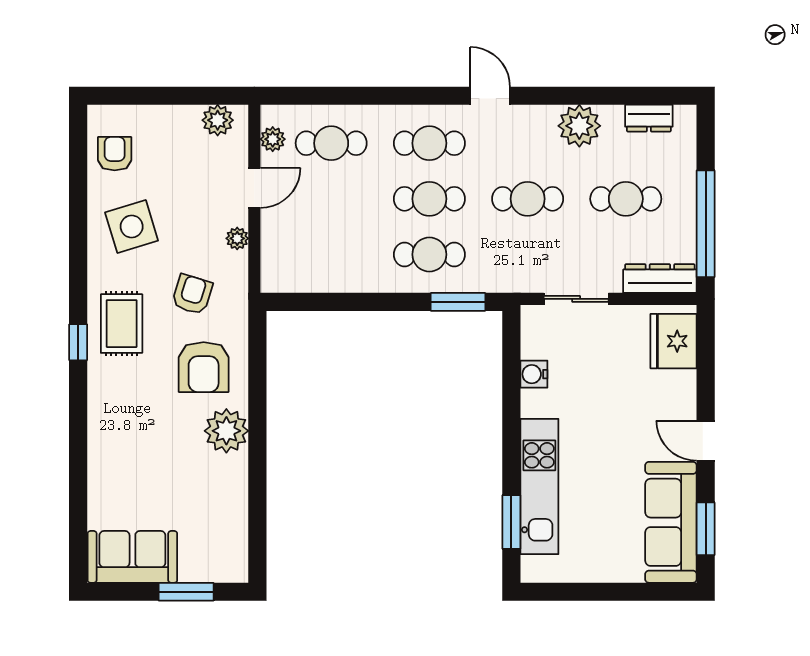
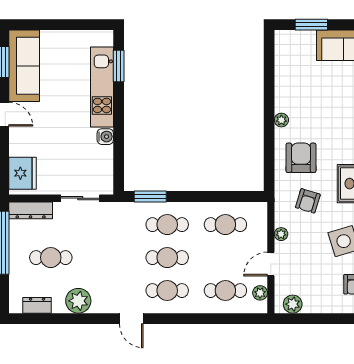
cafe table: (528, 199) -> (225, 225), moved
water cooler: (534, 374) -> (105, 137), moved
plant: (226, 431) -> (281, 120), width x0.53, depth x0.53

